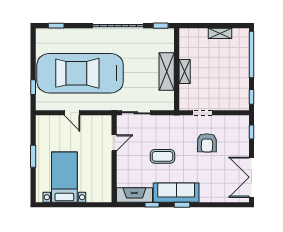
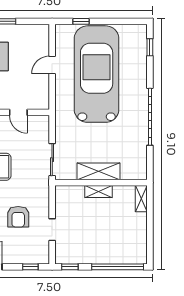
window: (161, 26) -> (150, 165), removed
shelving: (220, 33) -> (141, 199), moved
sliding door: (136, 113) -> (52, 160), moved
doorway: (202, 113) -> (52, 230), moved
armchair: (207, 143) -> (18, 217), turned -91

